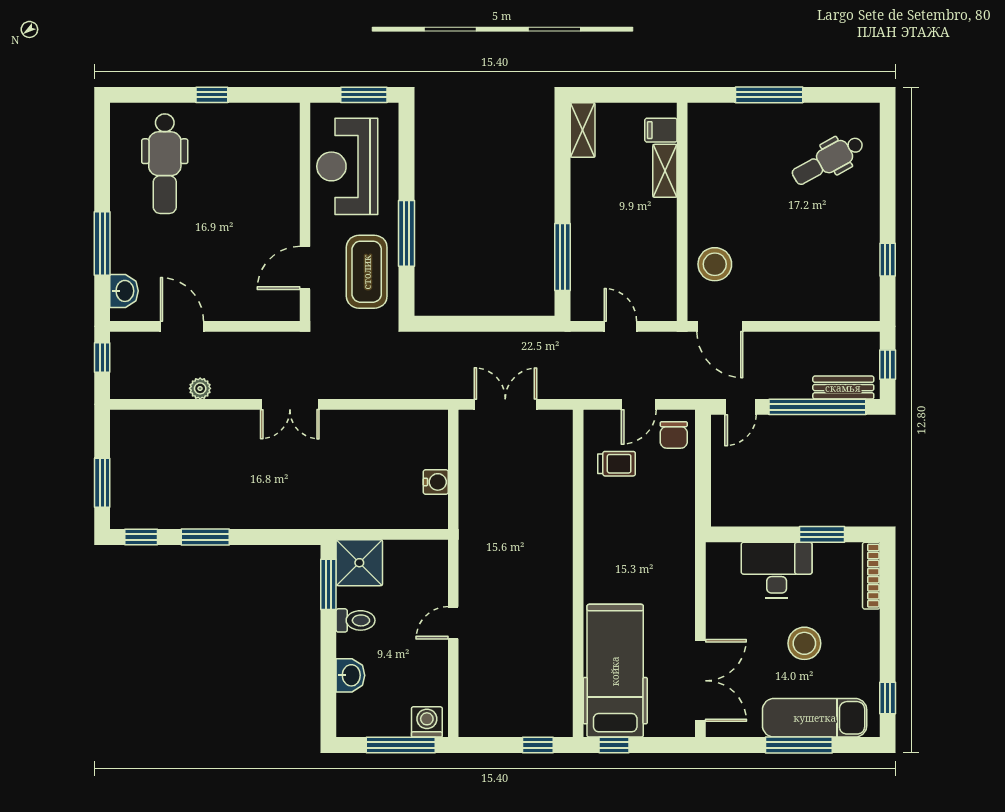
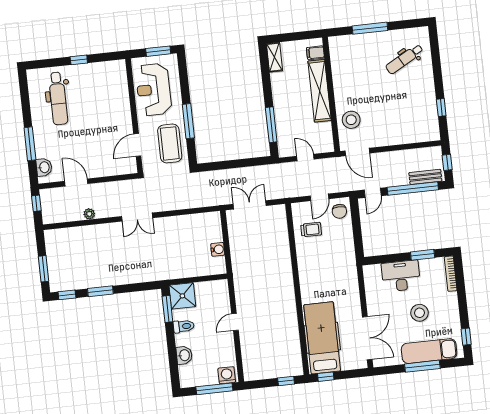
shelving: (665, 171) -> (320, 91), width x2.20, depth x1.33

